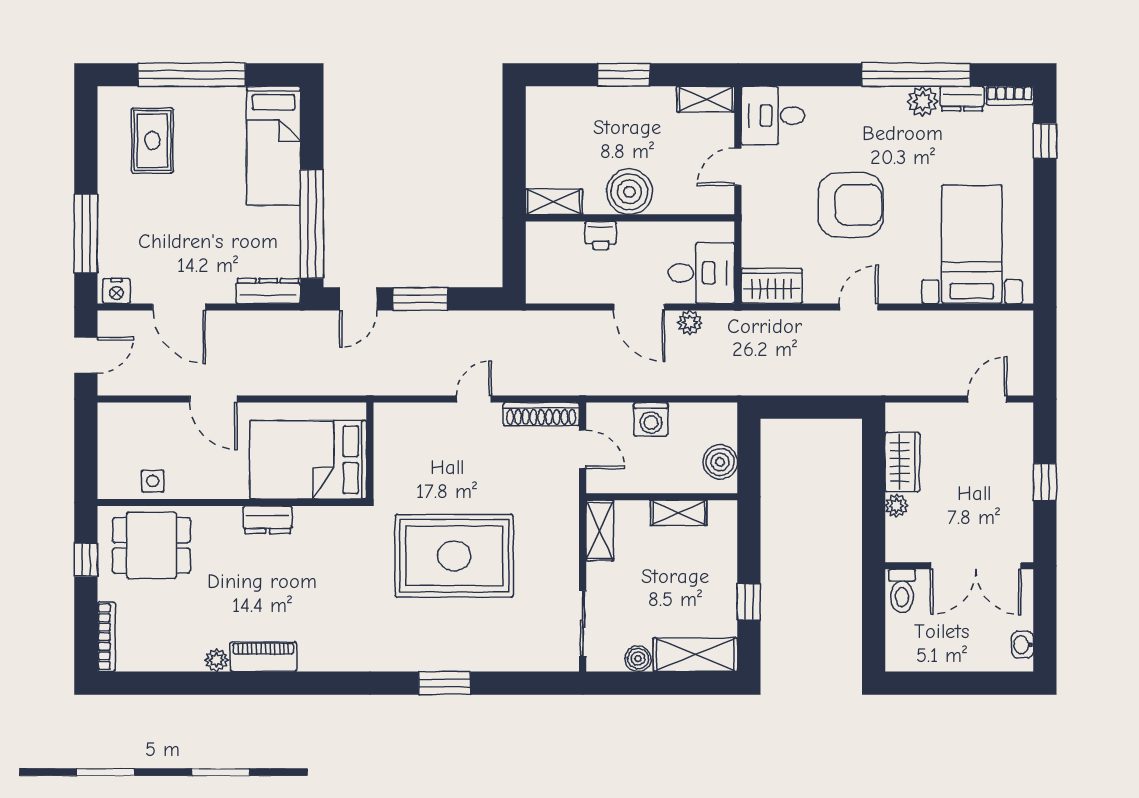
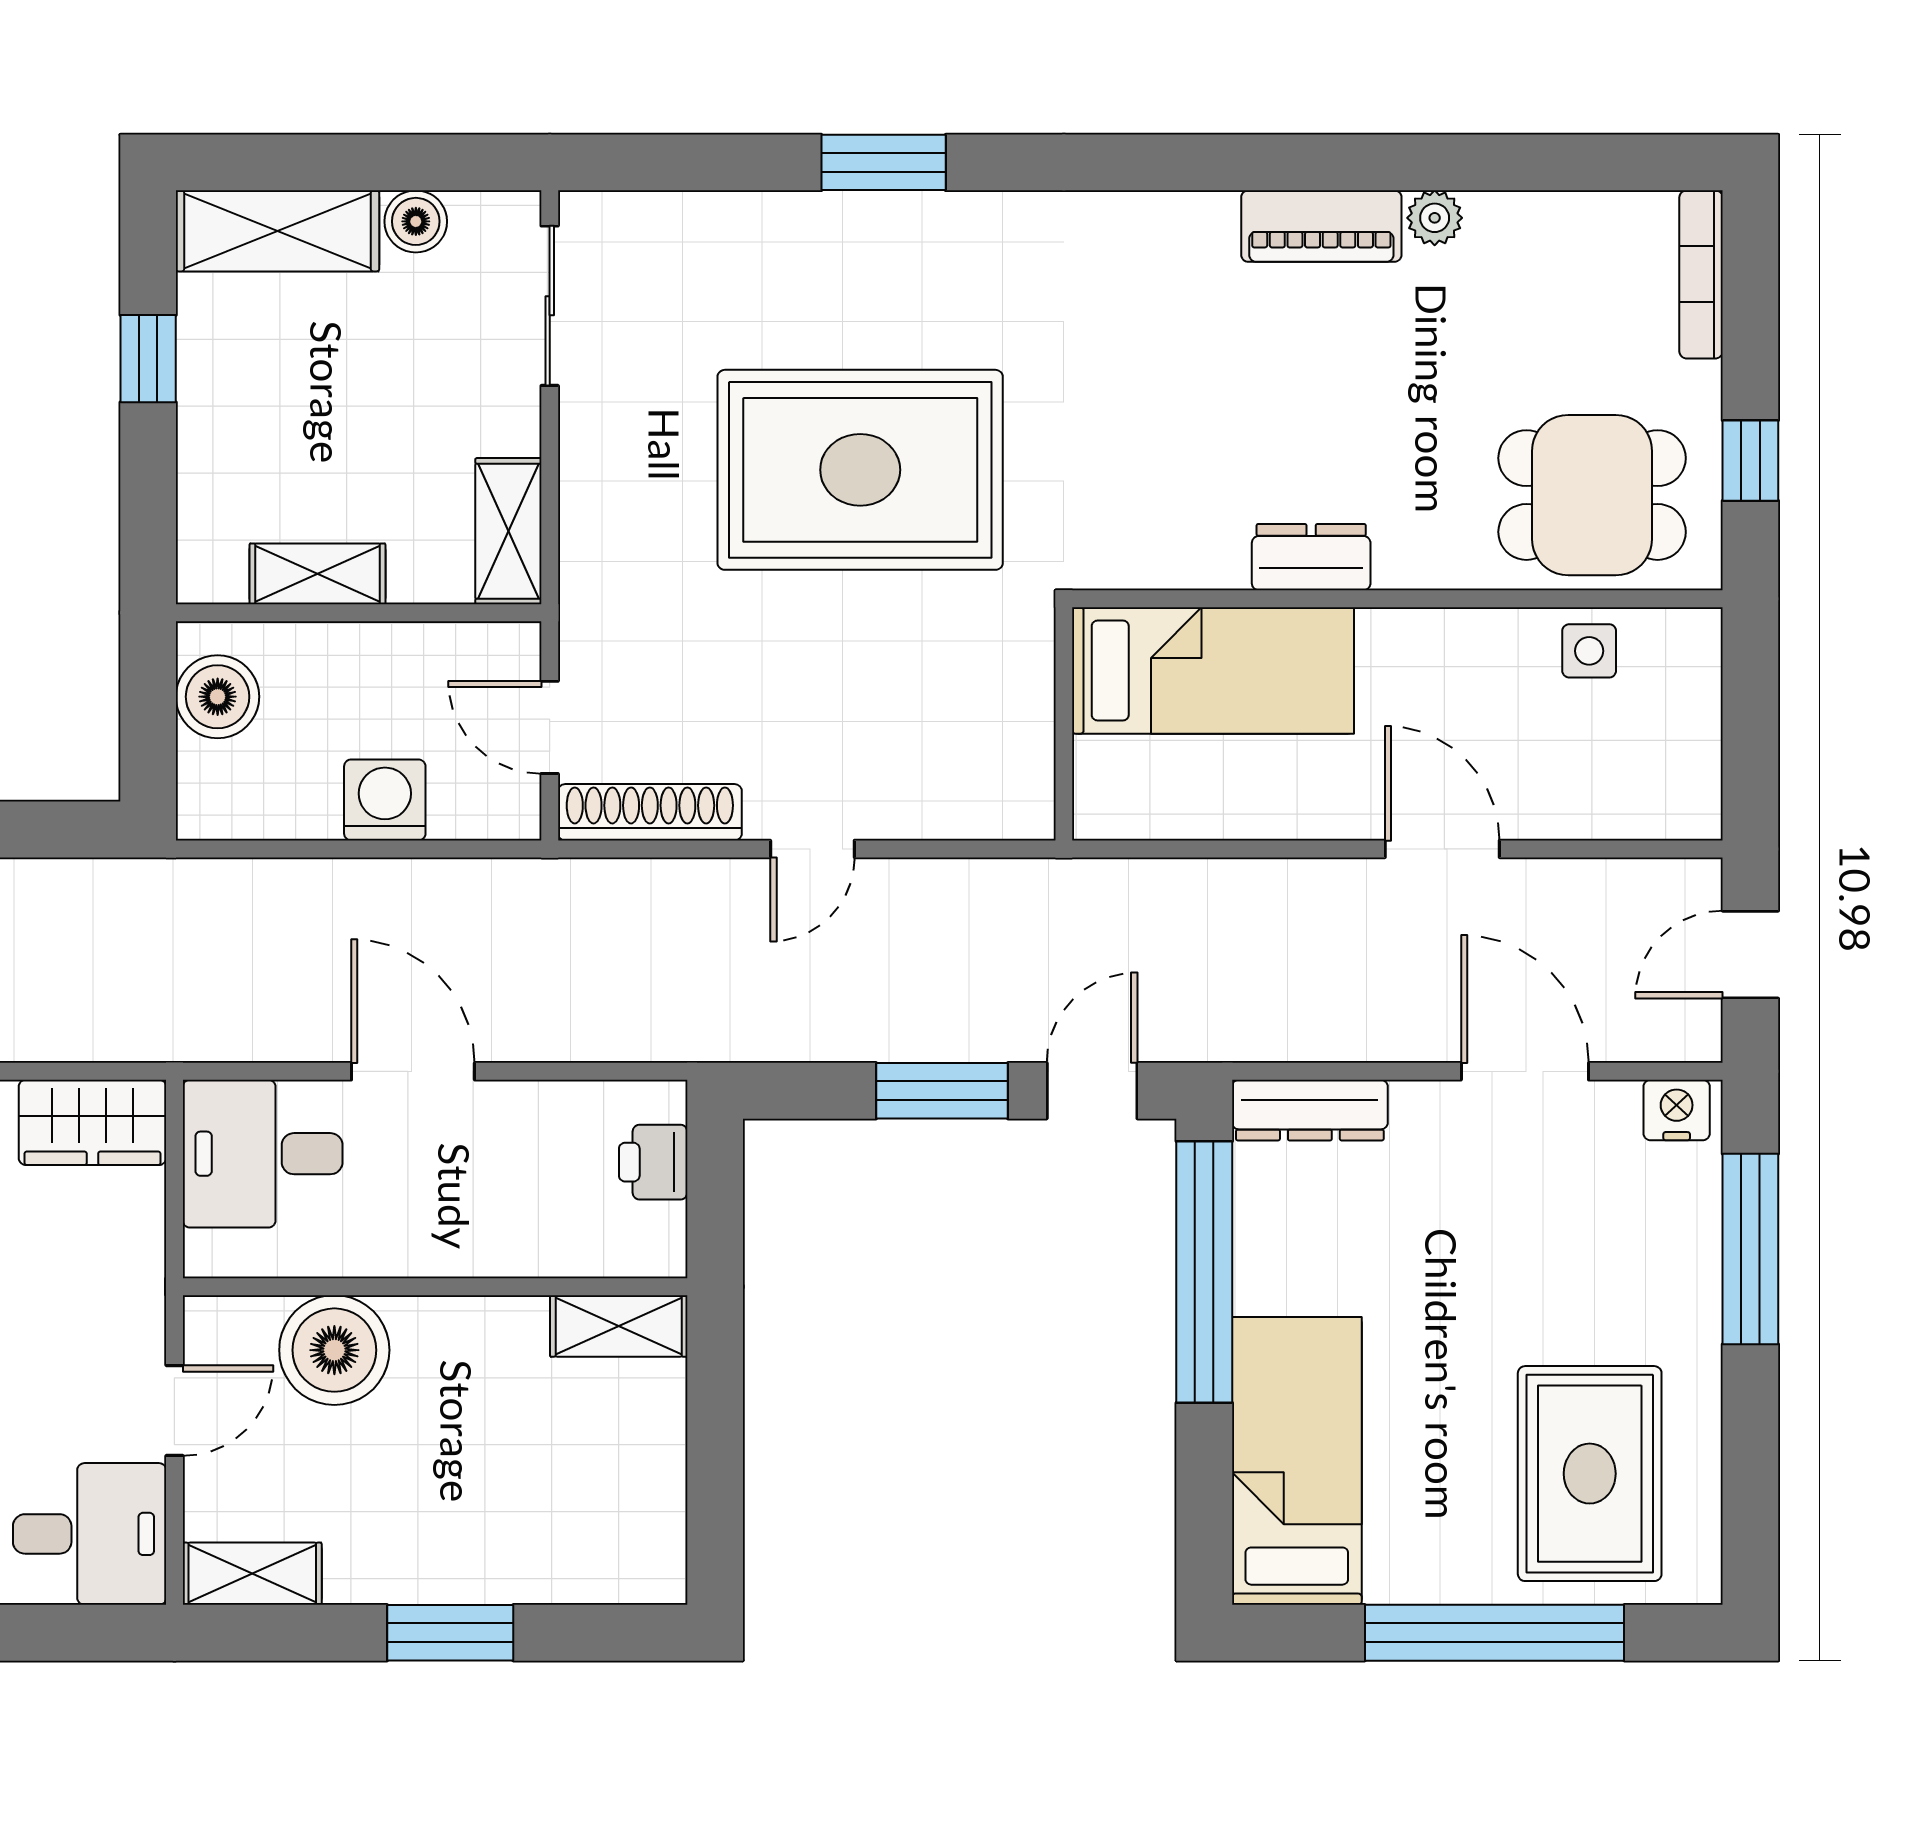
rug: (152, 141) -> (1590, 1474), width x1.36, depth x1.43
boiler: (629, 192) -> (334, 1350), moved
printer: (601, 235) -> (653, 1162), moved, turned -90
plant: (690, 323) -> (290, 1034), removed
bed: (308, 460) -> (1213, 671), width x0.67

